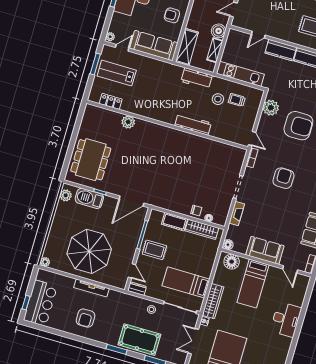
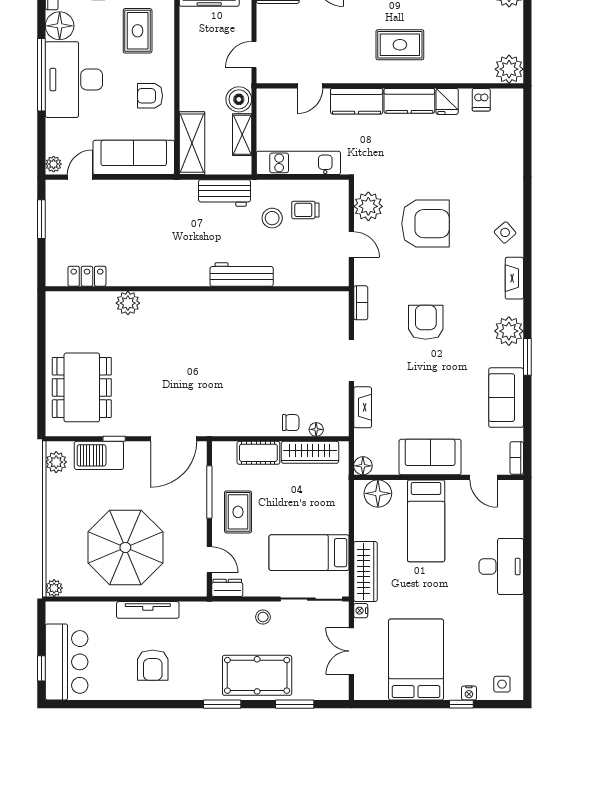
lab bench: (117, 73) -> (83, 224), removed
door: (252, 139) -> (351, 245), moved
rug: (154, 250) -> (238, 512), turned 90

